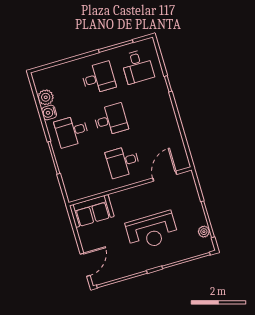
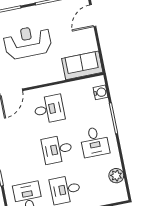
water cooler: (49, 113) -> (100, 92), moved
desk: (72, 131) -> (95, 142), turned 90

